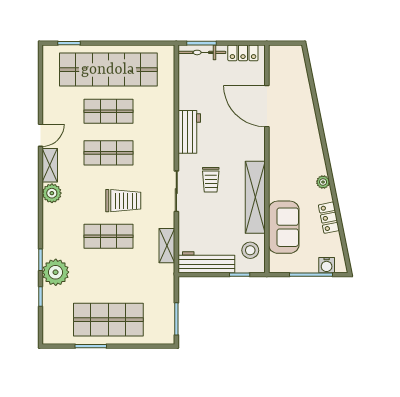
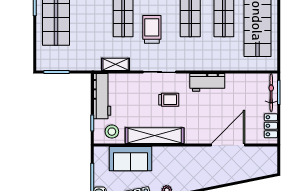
trolley: (211, 180) -> (169, 100), turned 180
trolley: (123, 201) -> (152, 29), turned 180

